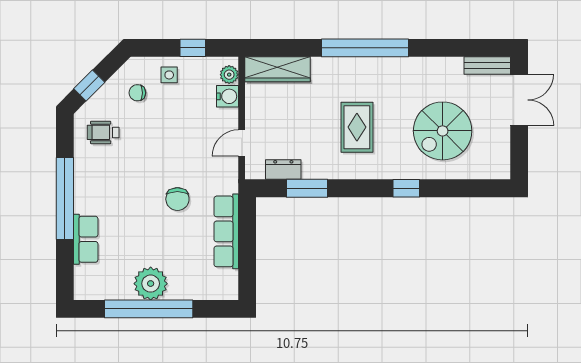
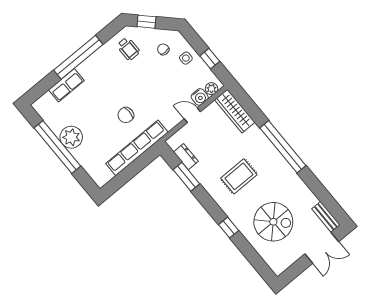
spiral stairs: (443, 131) -> (273, 222), turned 180
wheelchair: (103, 132) -> (128, 49), turned 180
door: (242, 143) -> (192, 115), moved
row of seats: (226, 231) -> (137, 148), width x1.36

